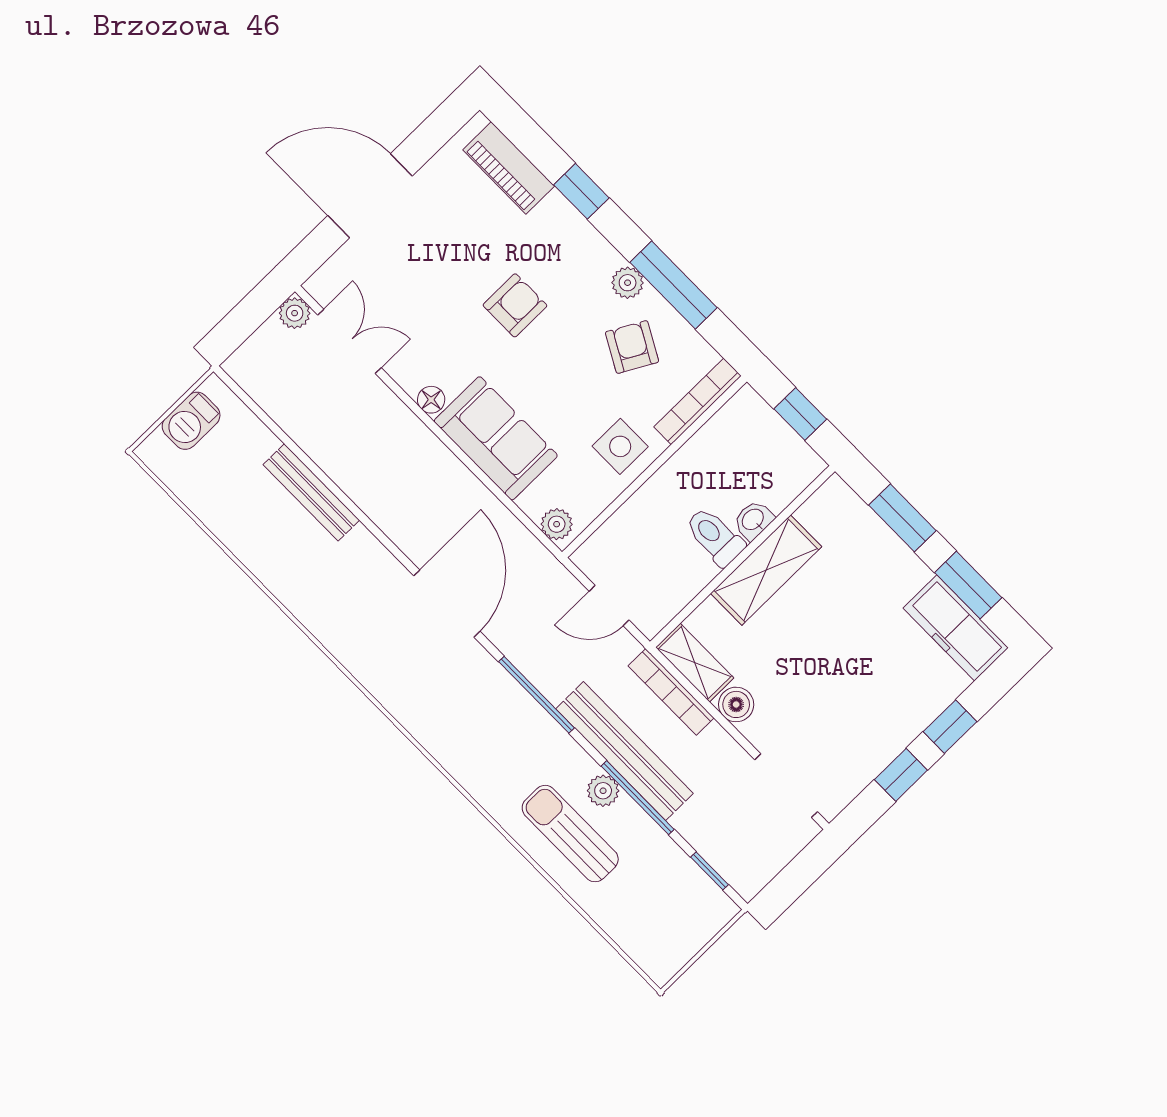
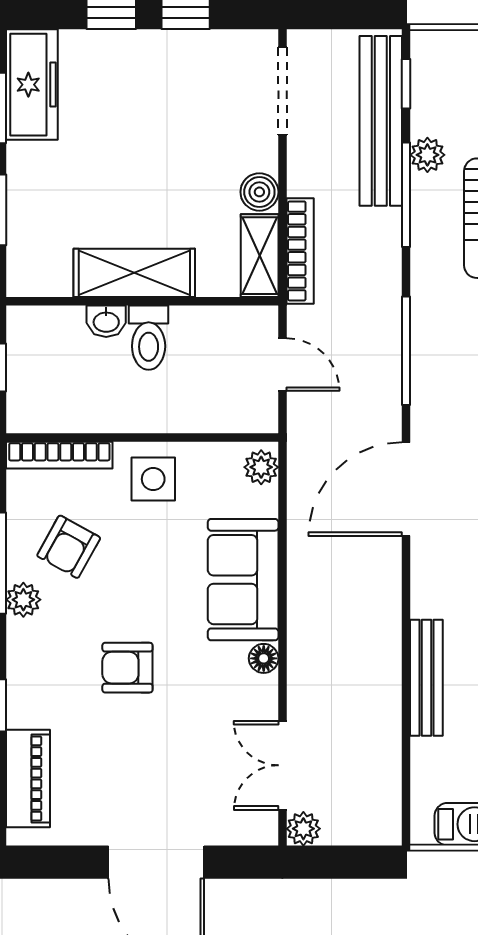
bench: (625, 751) -> (381, 121), moved
plant: (603, 791) -> (427, 155), moved

